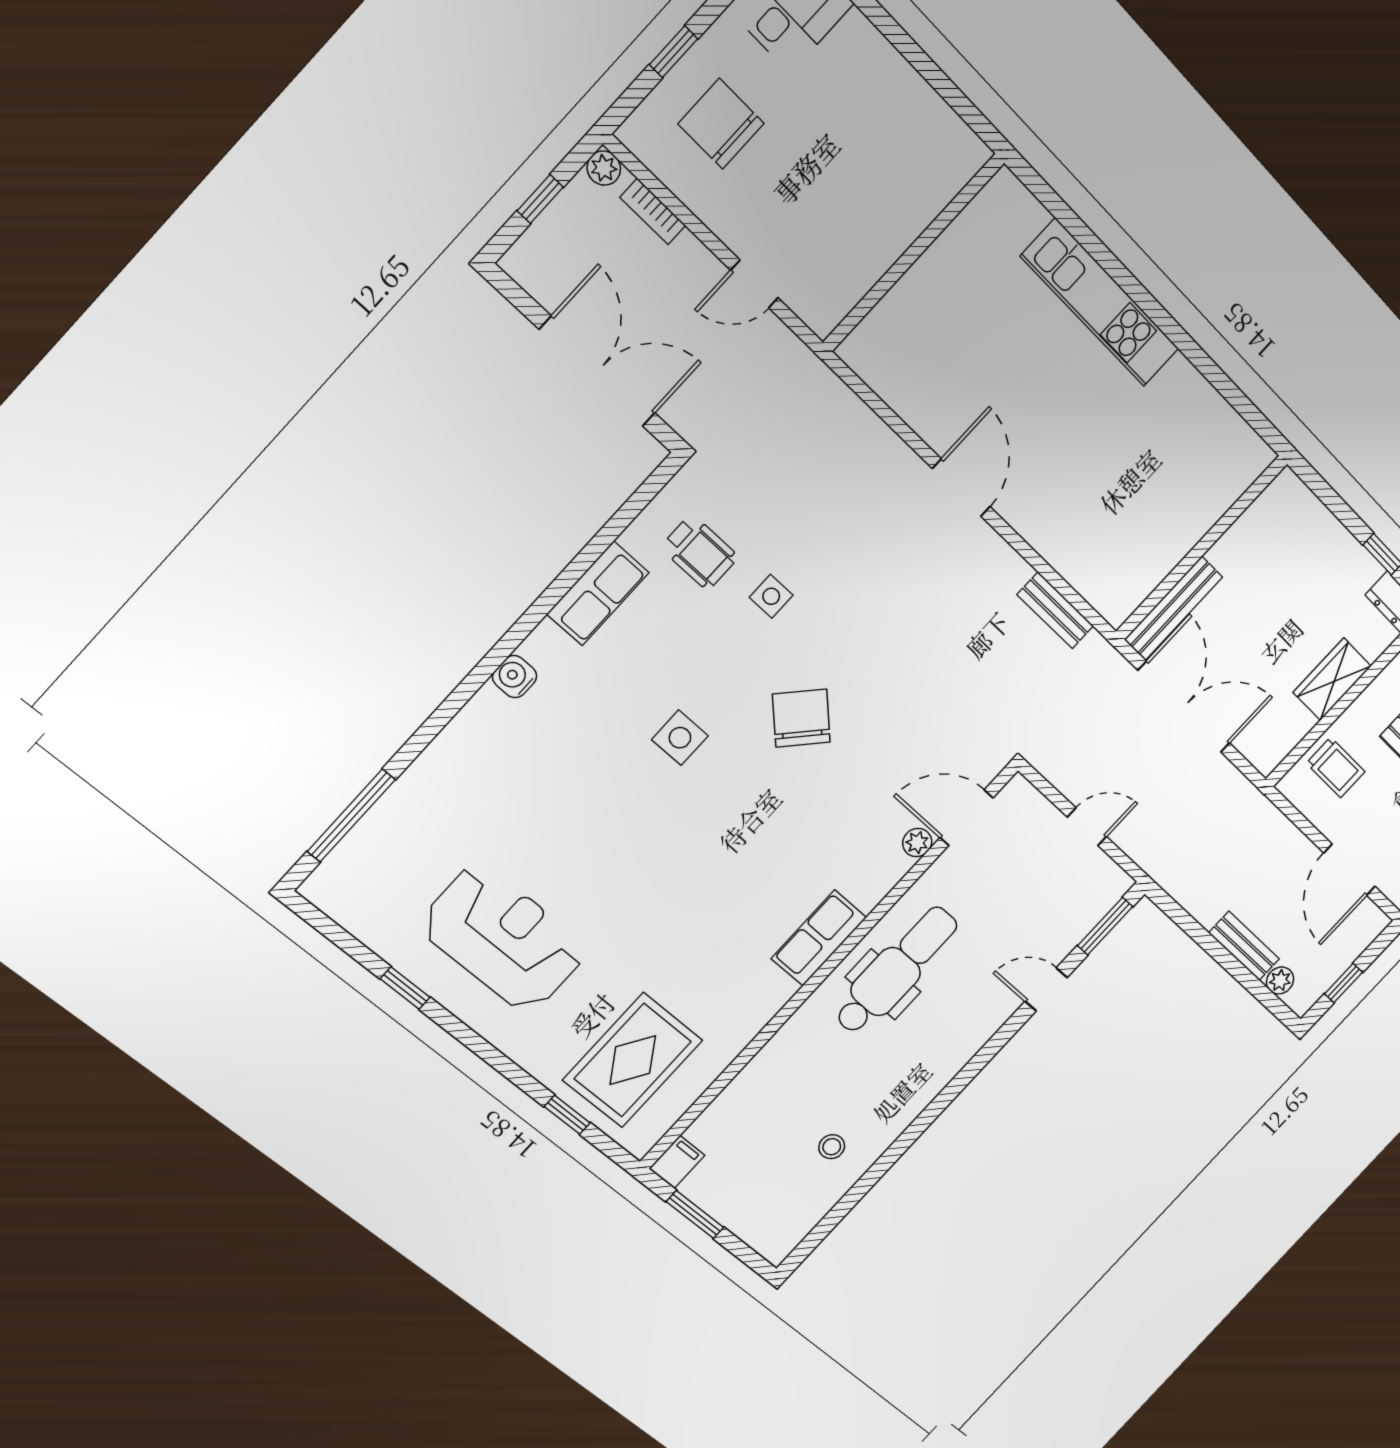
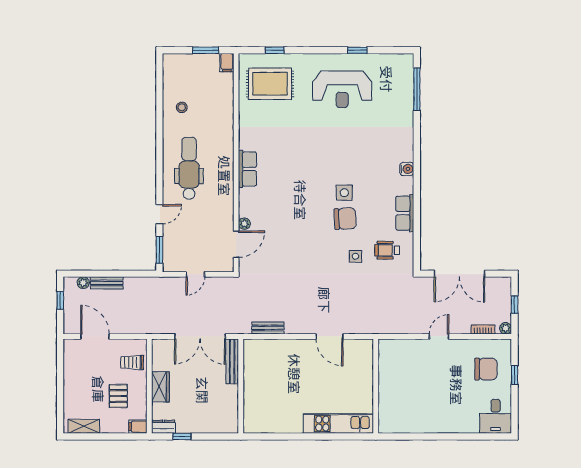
wall: (913, 253) -> (376, 386), moved
chair: (801, 718) -> (345, 219), moved, turned -46
dental chair: (896, 970) -> (189, 168), moved, turned 180
rug: (633, 1060) -> (270, 84), turned 90

